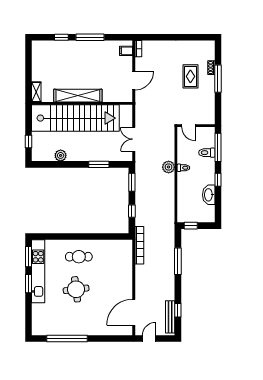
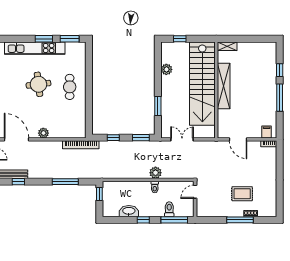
kitchen unit: (38, 271) -> (35, 48), moved
plant: (127, 284) -> (43, 133), added

